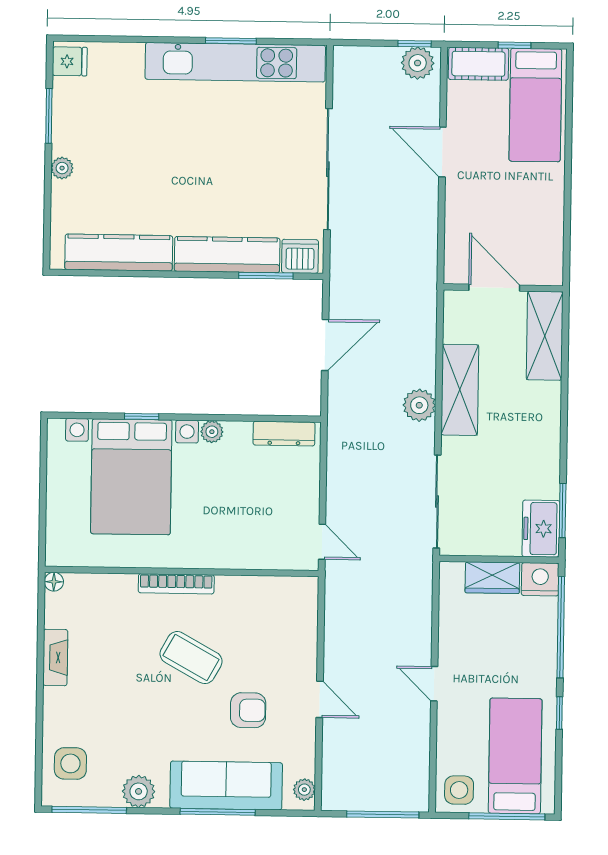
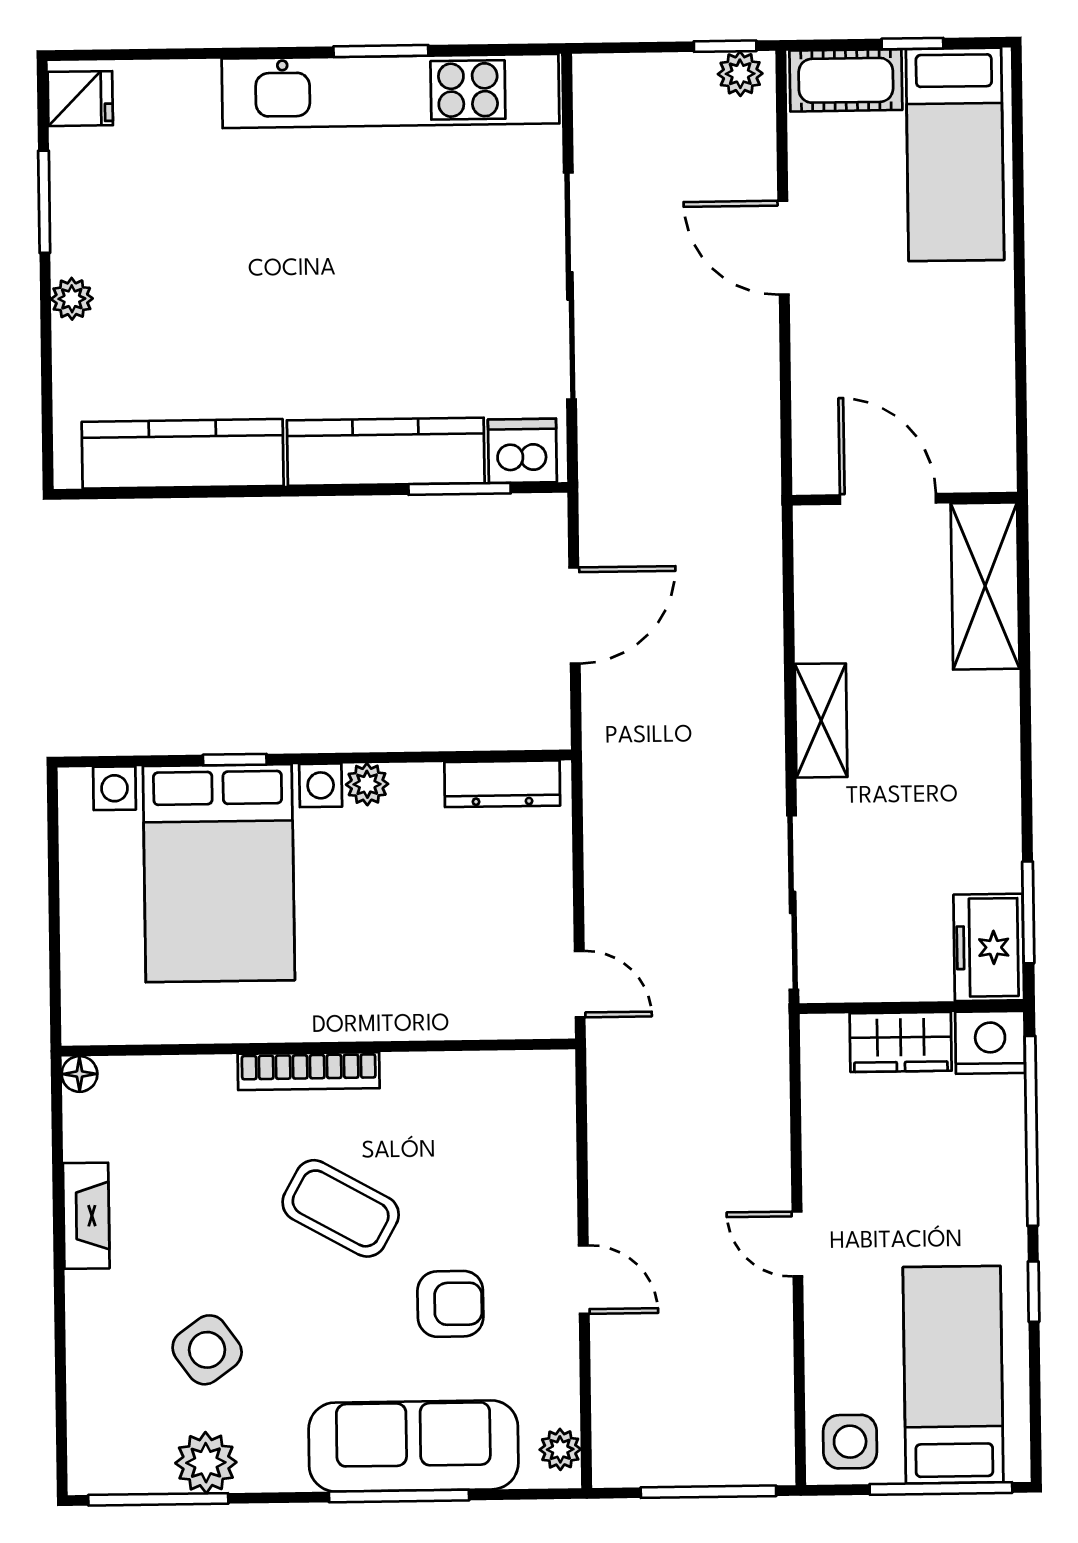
plant: (418, 63) -> (740, 74), width x0.73, depth x0.73
shelving: (460, 390) -> (821, 720), width x0.67, depth x0.75
plant: (419, 405) -> (754, 723), removed
side table: (70, 763) -> (207, 1350), moved, turned -36
plant: (139, 791) -> (206, 1463), moved

